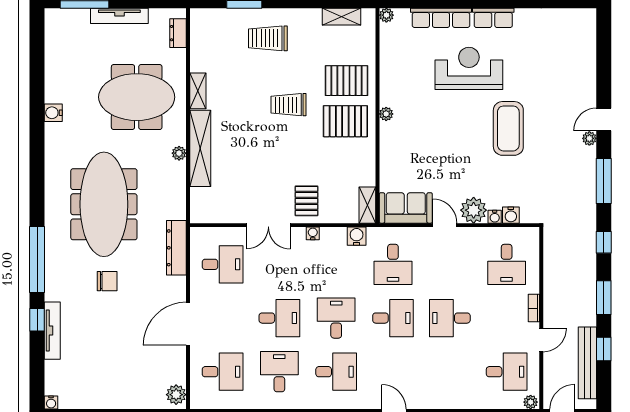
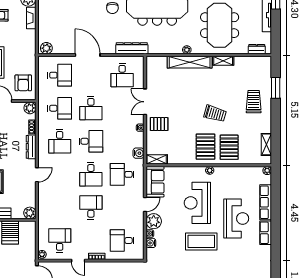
trolley: (289, 105) -> (215, 114), turned 106
reception desk: (442, 135) -> (197, 203), added
desk: (223, 372) -> (60, 75), turned -90
desk: (507, 372) -> (60, 240), turned 180

